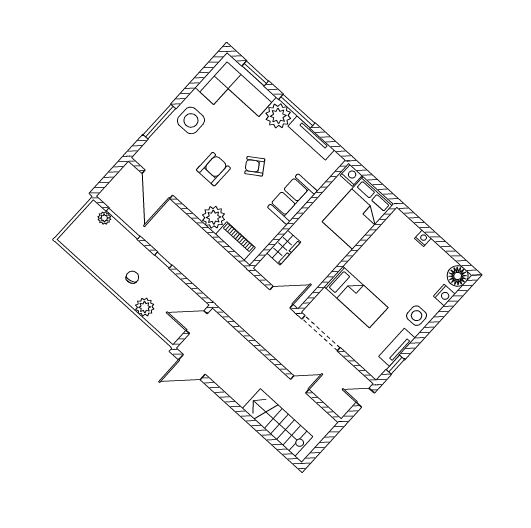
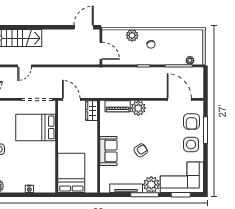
armchair: (213, 169) -> (192, 121), moved
nightstand: (351, 175) -> (91, 188), removed
wardrobe: (284, 248) -> (92, 111), moved
door: (281, 297) -> (71, 99), swing flipped
bed: (356, 297) -> (36, 127), width x1.50
door: (197, 322) -> (101, 51), hinge flipped

